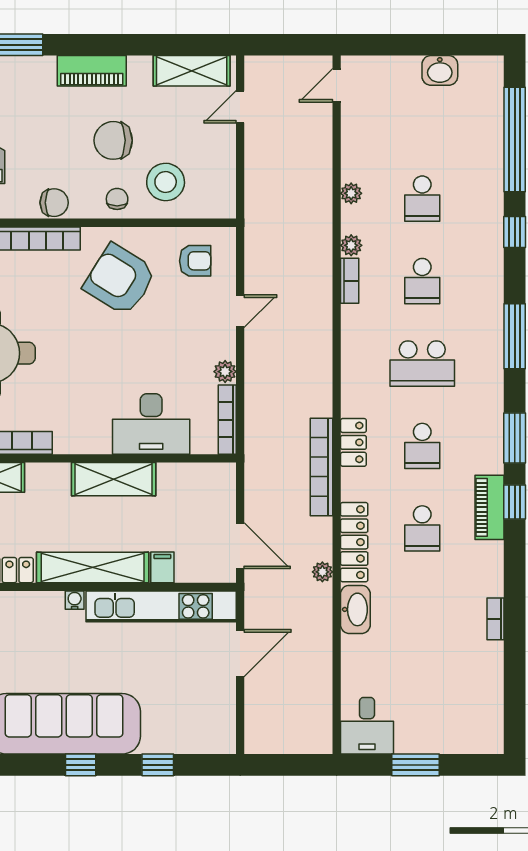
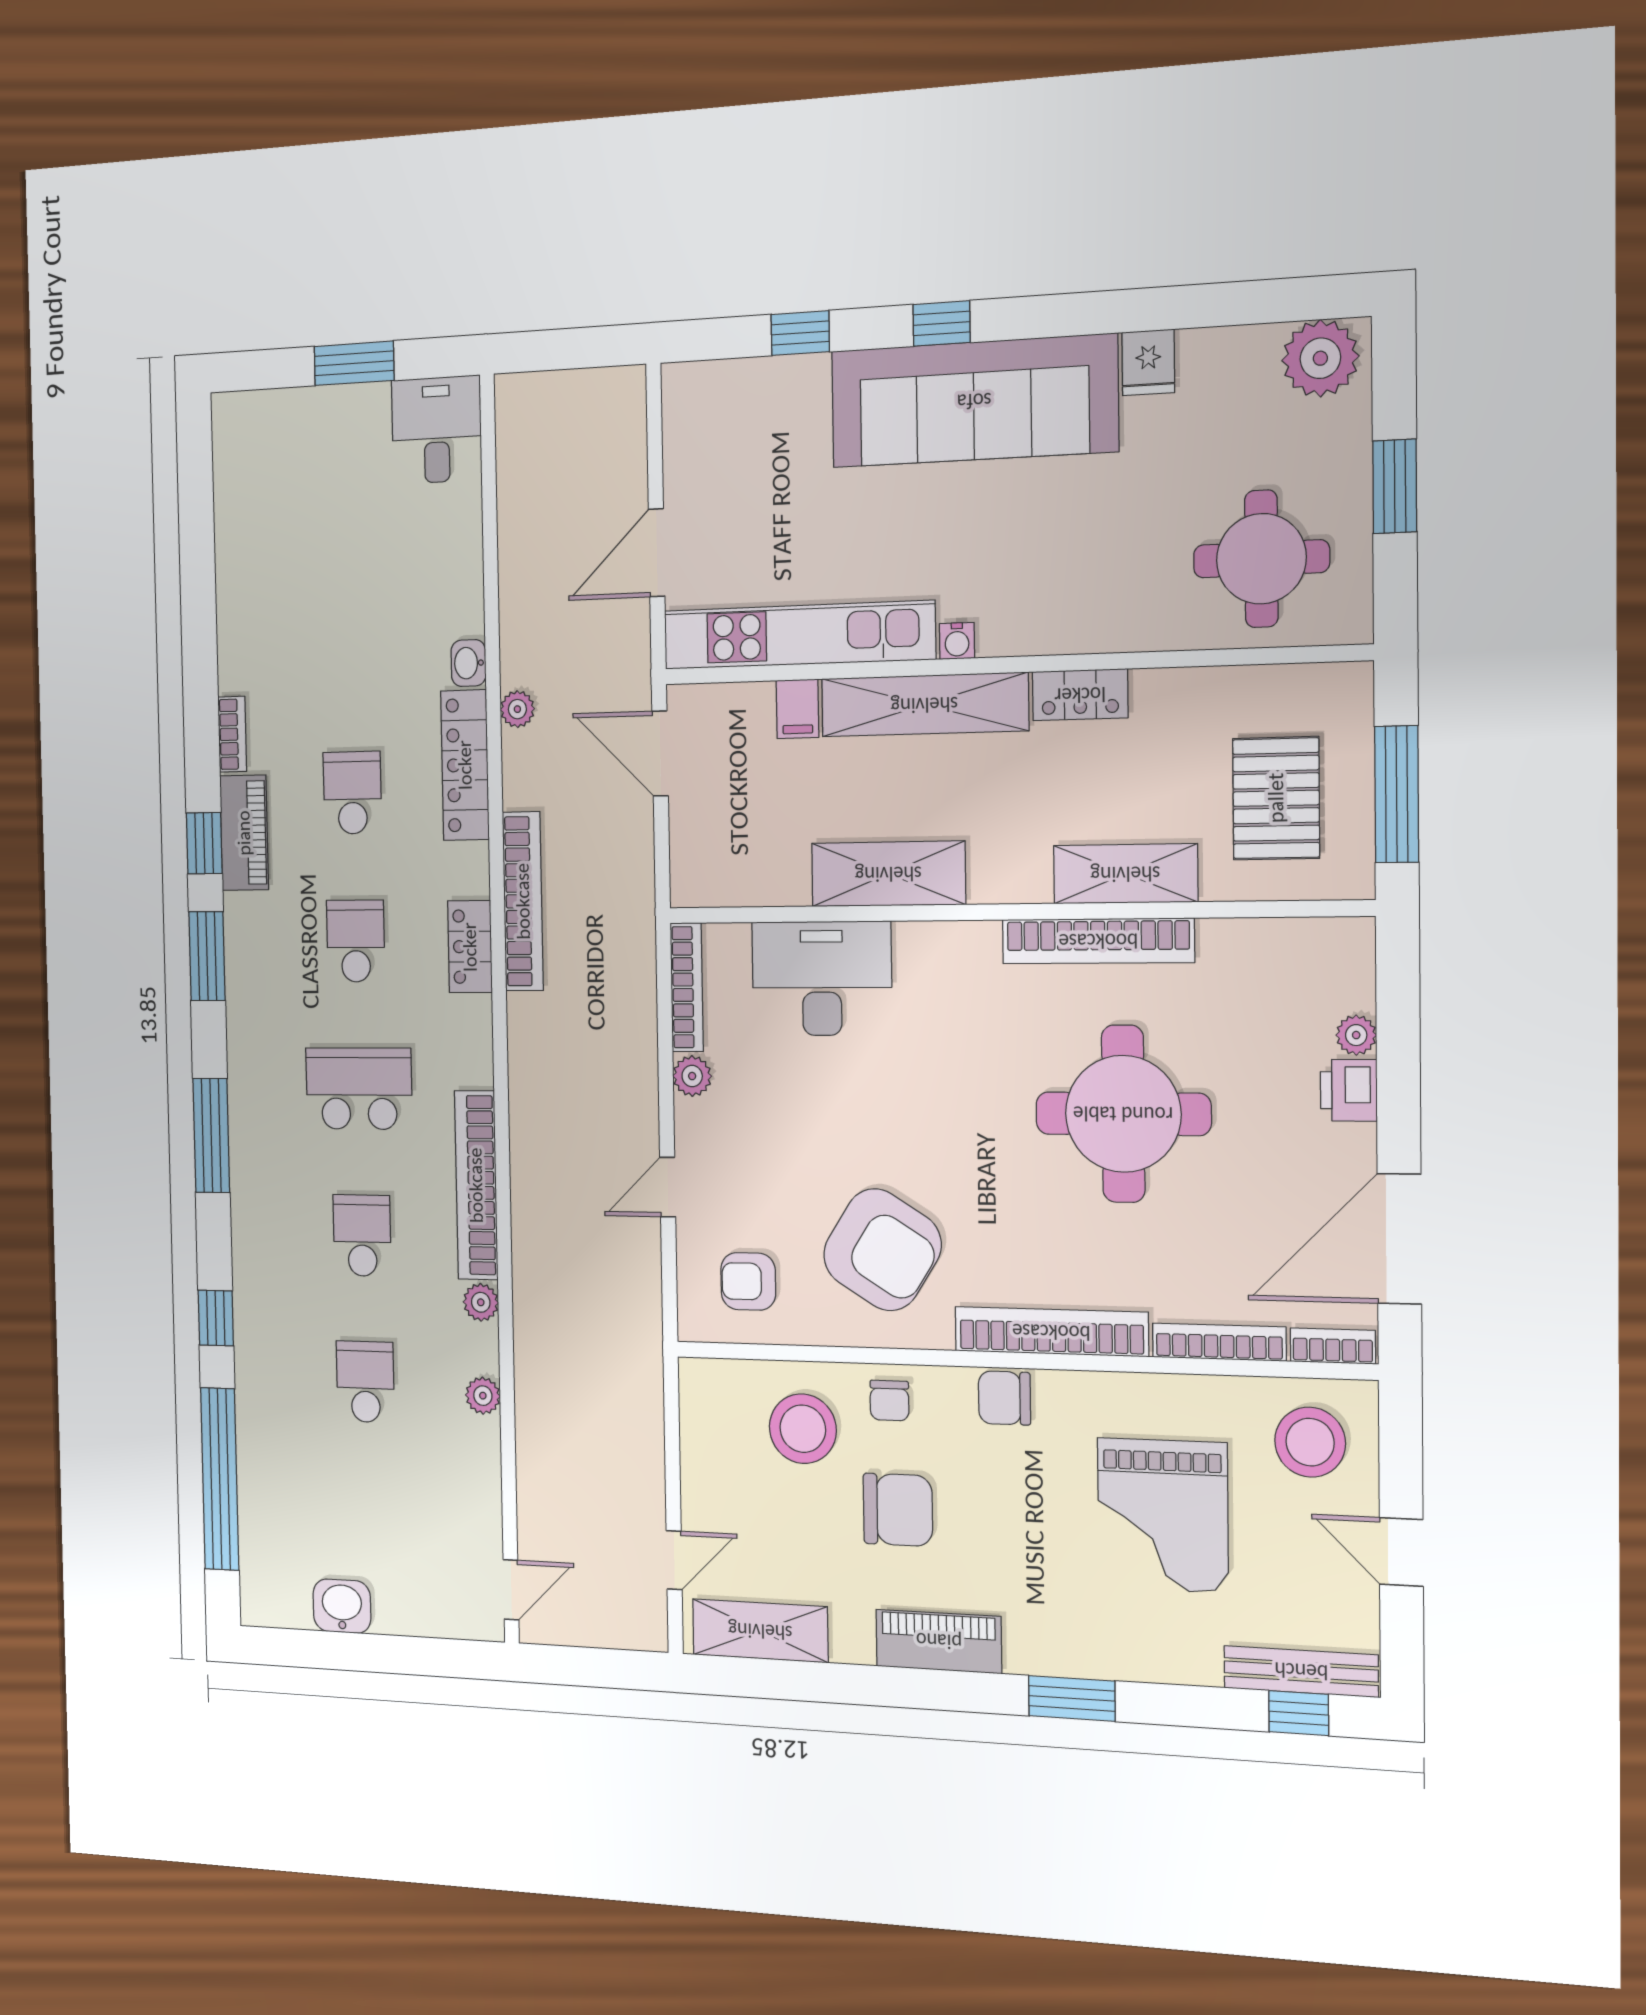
bookcase: (350, 281) -> (476, 1185), width x2.31, depth x1.31
washbasin: (355, 609) -> (468, 663), width x0.52, depth x0.69
bookcase: (495, 619) -> (232, 734), moved

